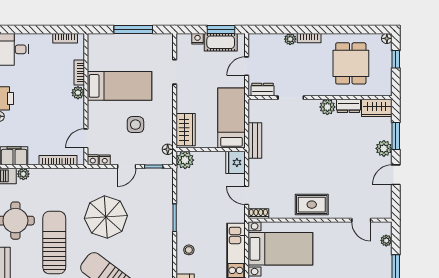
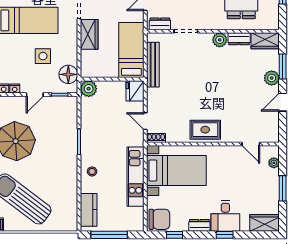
wardrobe: (186, 130) -> (89, 34), moved
bench: (255, 140) -> (153, 65), width x1.36
floor lamp: (168, 149) -> (68, 74), width x1.89, depth x1.89

